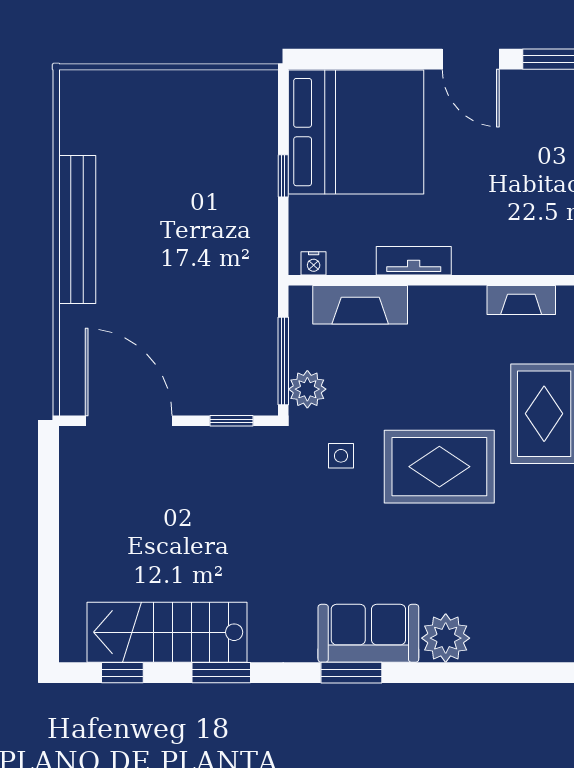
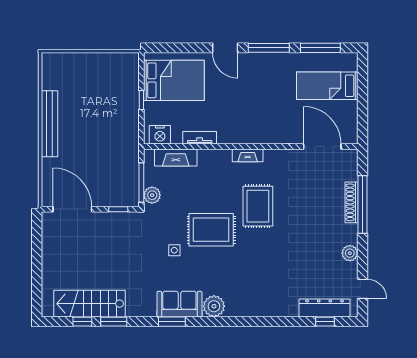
bed: (356, 132) -> (174, 80), width x0.73
nightstand: (314, 263) -> (160, 135), width x1.89, depth x1.79
side table: (341, 456) -> (174, 250), moved
window: (122, 673) -> (82, 322), moved

